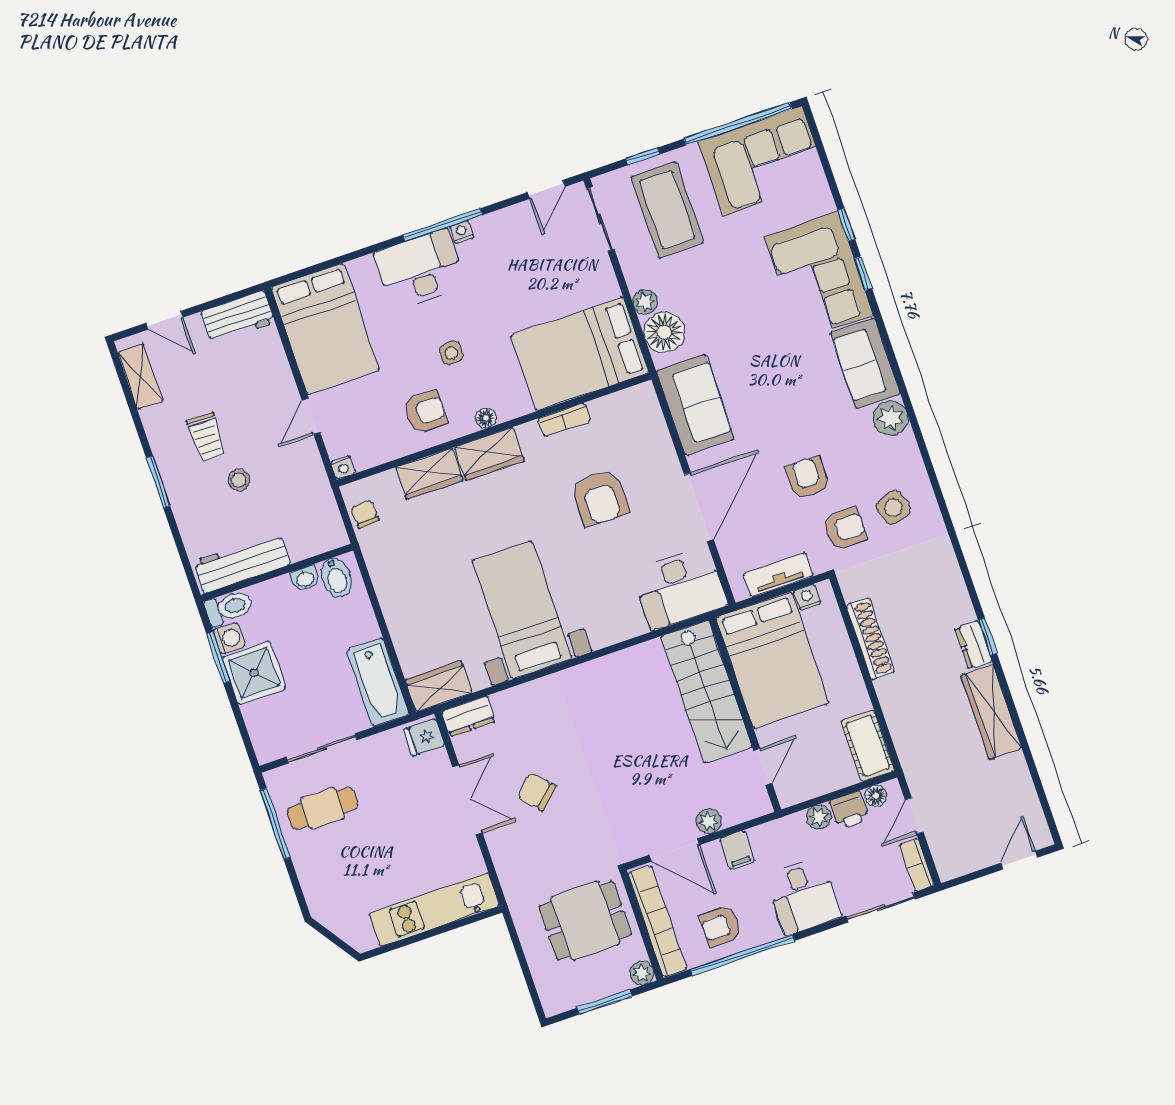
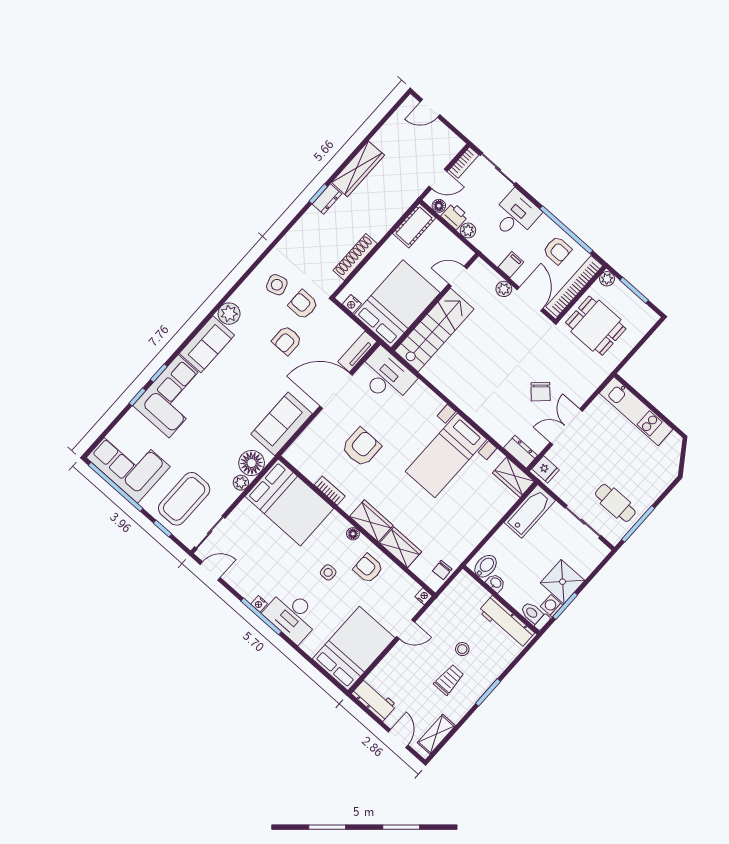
tv unit: (778, 575) -> (357, 352), moved, turned 90

